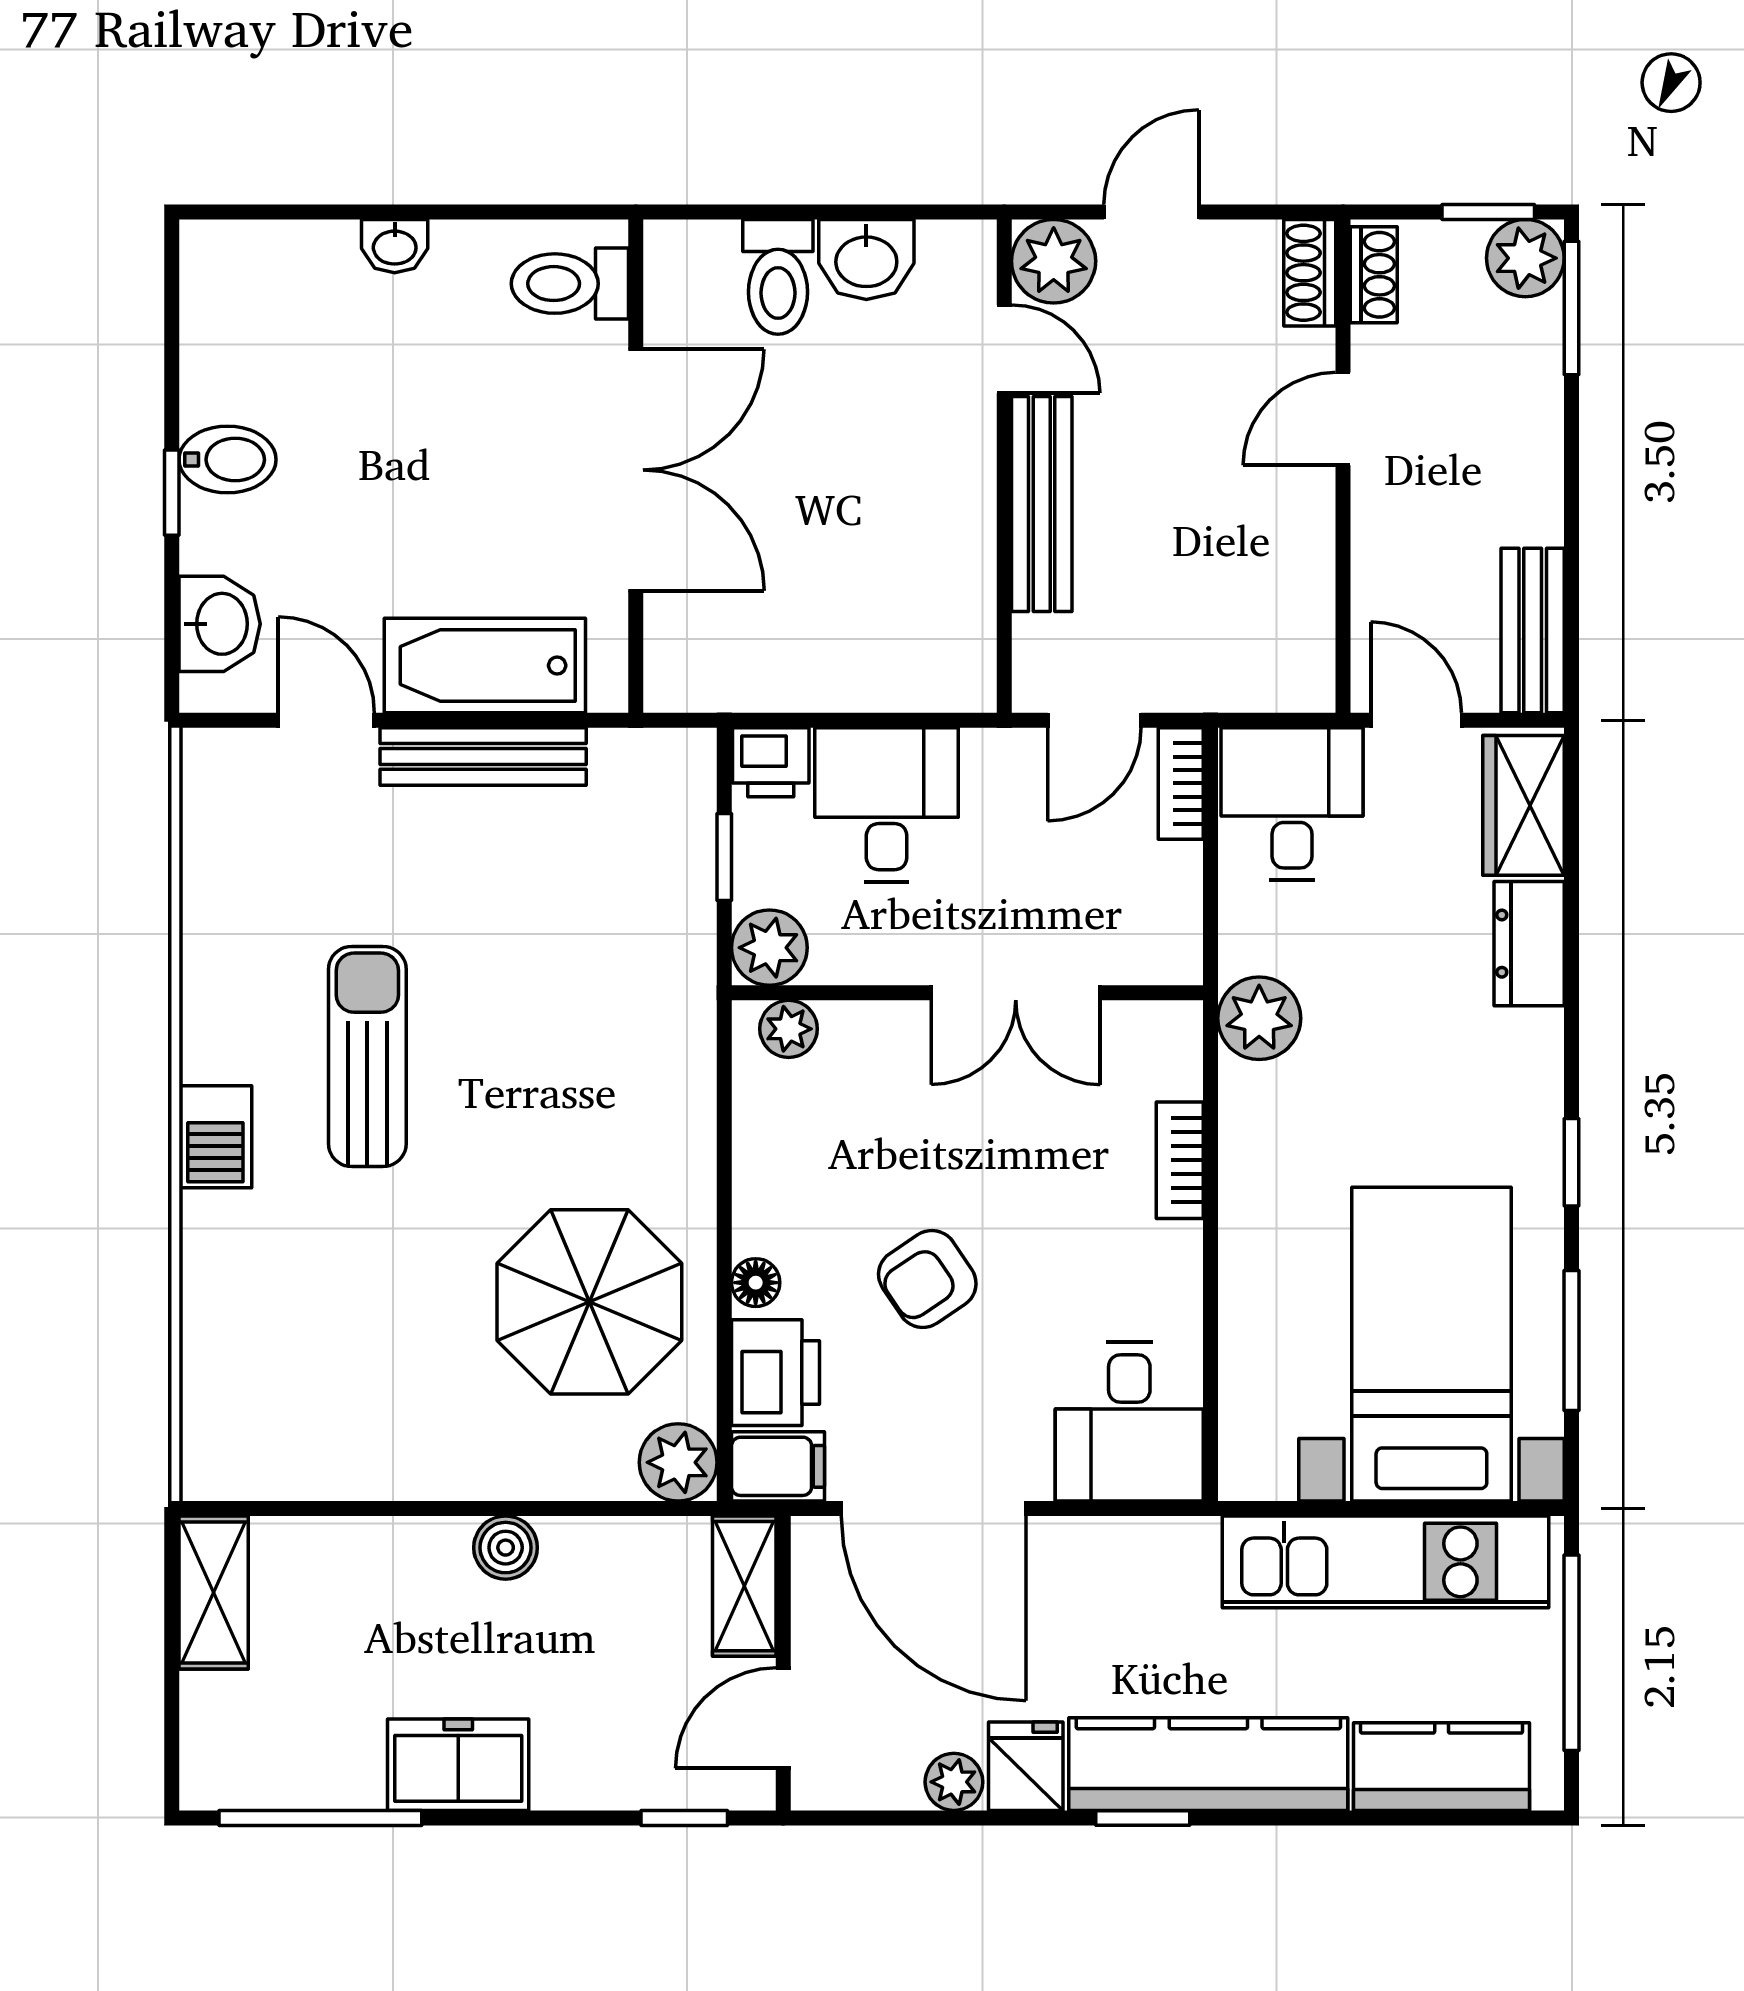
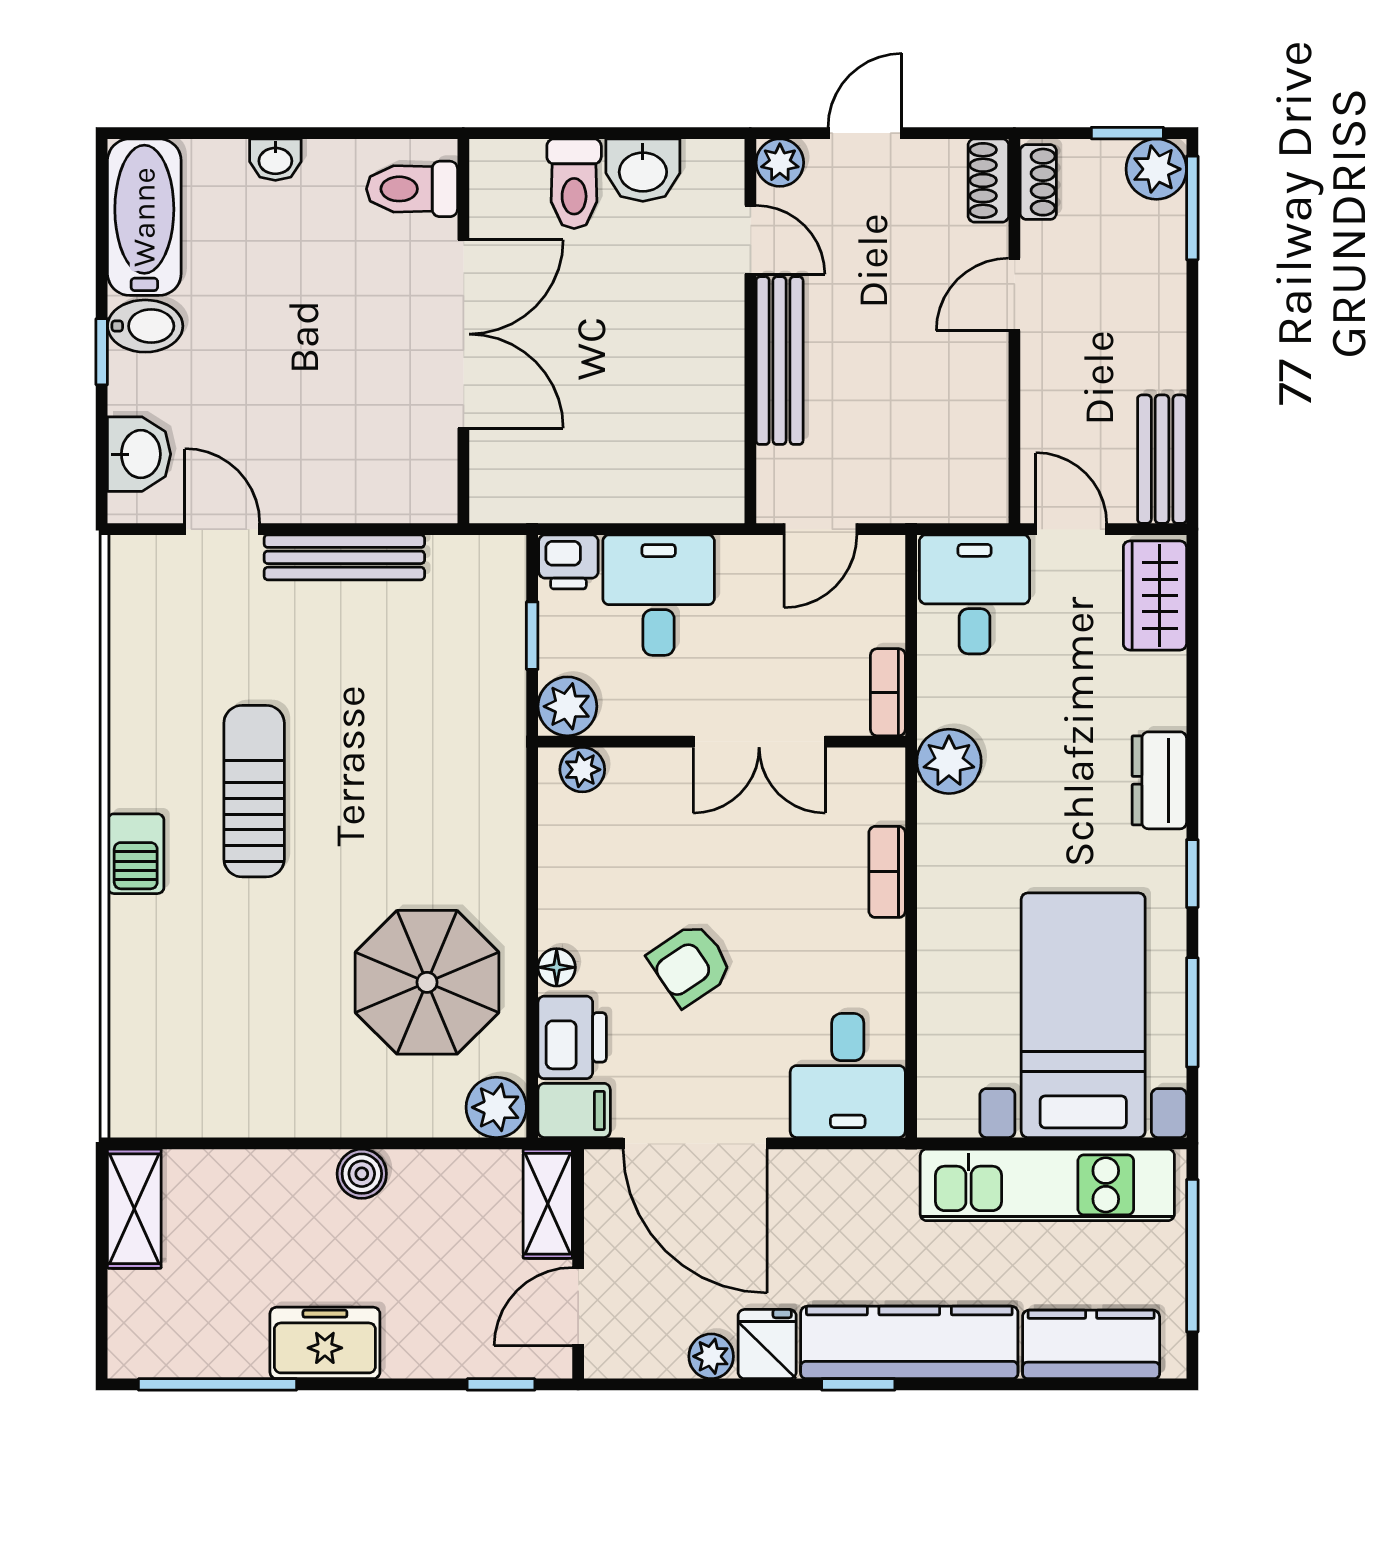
plant: (1054, 261) -> (780, 163), width x0.73, depth x0.73
bathtub: (485, 665) -> (144, 217), moved, turned 90
bookcase: (1181, 783) -> (888, 692), moved
dresser: (1529, 944) -> (1159, 780), moved

